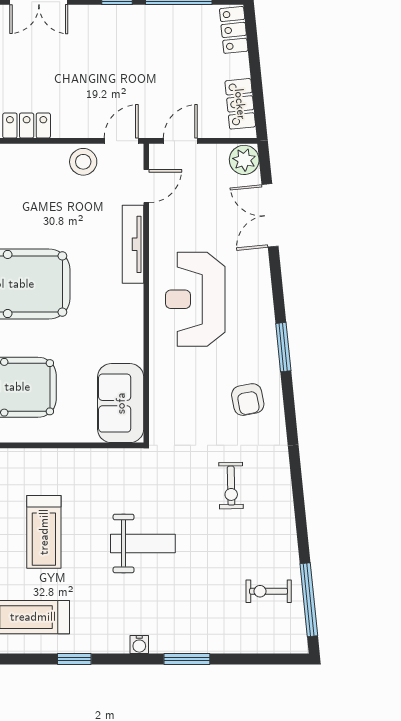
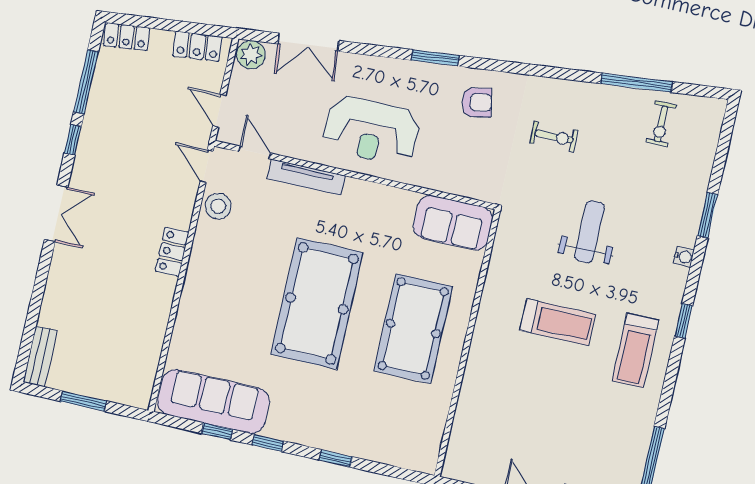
window: (309, 600) -> (636, 83), moved

